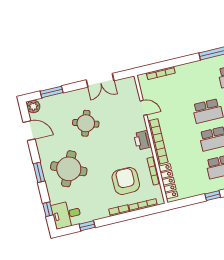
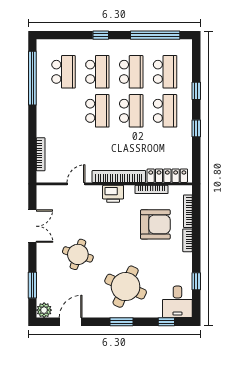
armchair: (126, 181) -> (155, 224), turned 180

